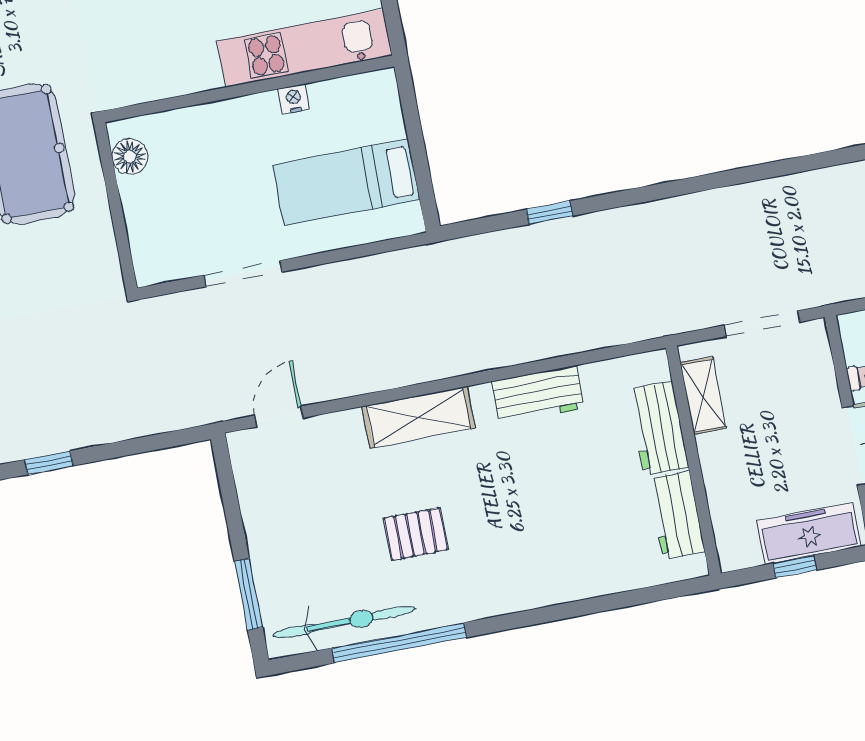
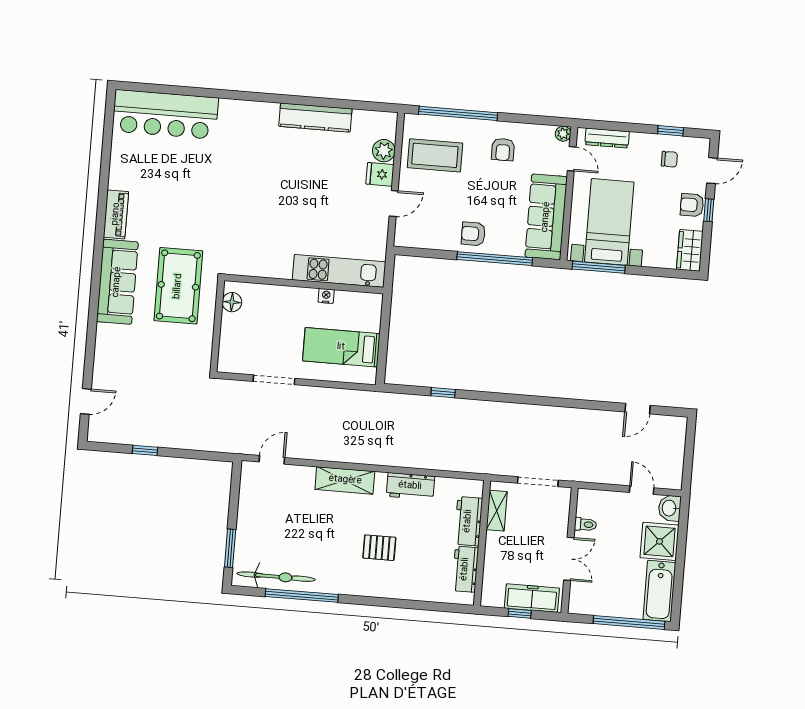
pallet: (416, 534) -> (379, 548), moved

